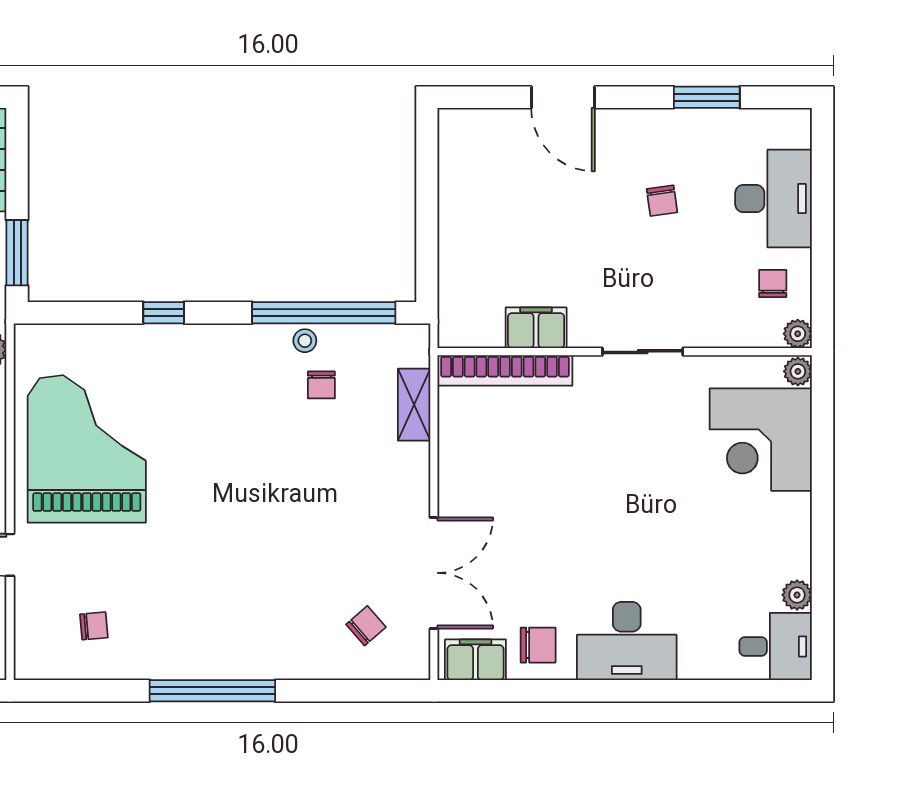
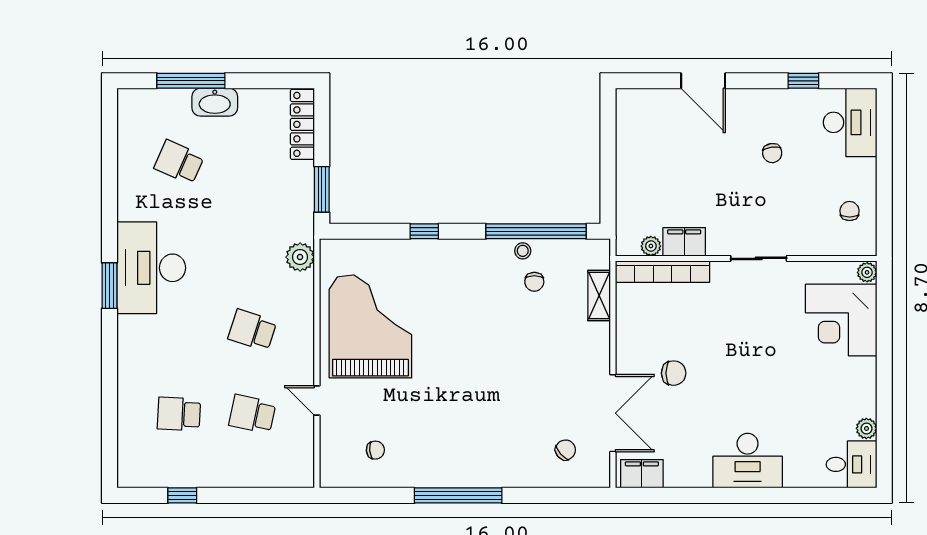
window: (707, 97) -> (803, 81), width x0.67
desk: (774, 199) -> (850, 122), moved
plant: (798, 334) -> (651, 246), moved
chair: (538, 645) -> (674, 373), moved

